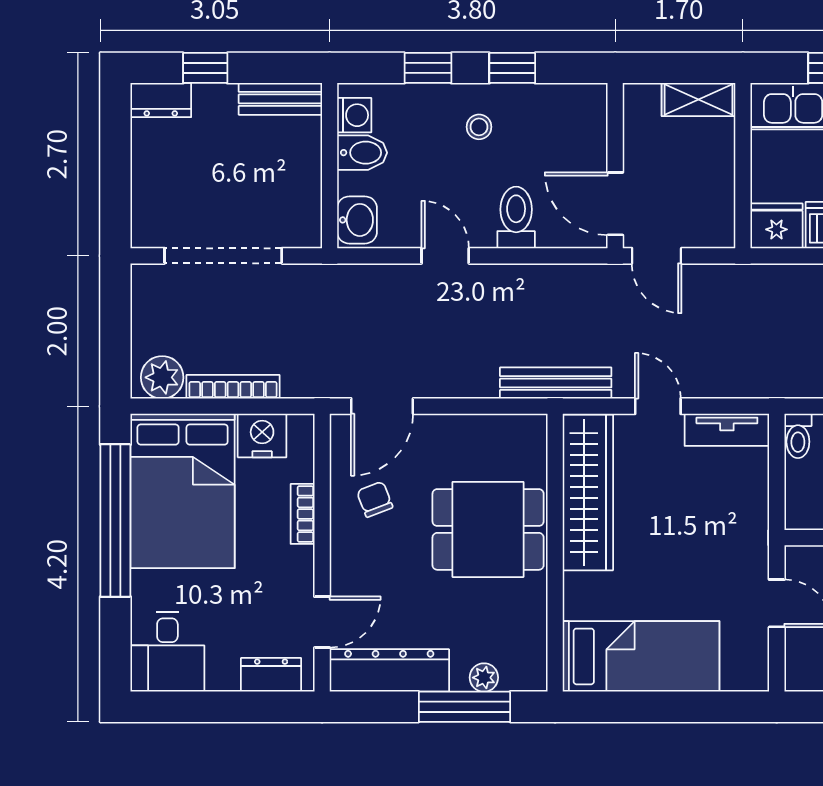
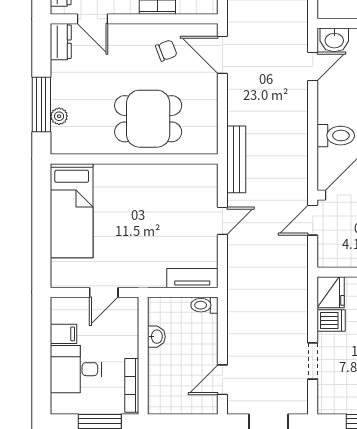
door: (445, 256) -> (313, 66), moved
tv unit: (727, 430) -> (192, 278), moved, turned 90
wardrobe: (588, 492) -> (170, 179), removed
dining table: (488, 529) -> (148, 119), turned 90
dresser: (389, 670) -> (61, 42), width x0.51, depth x0.80

